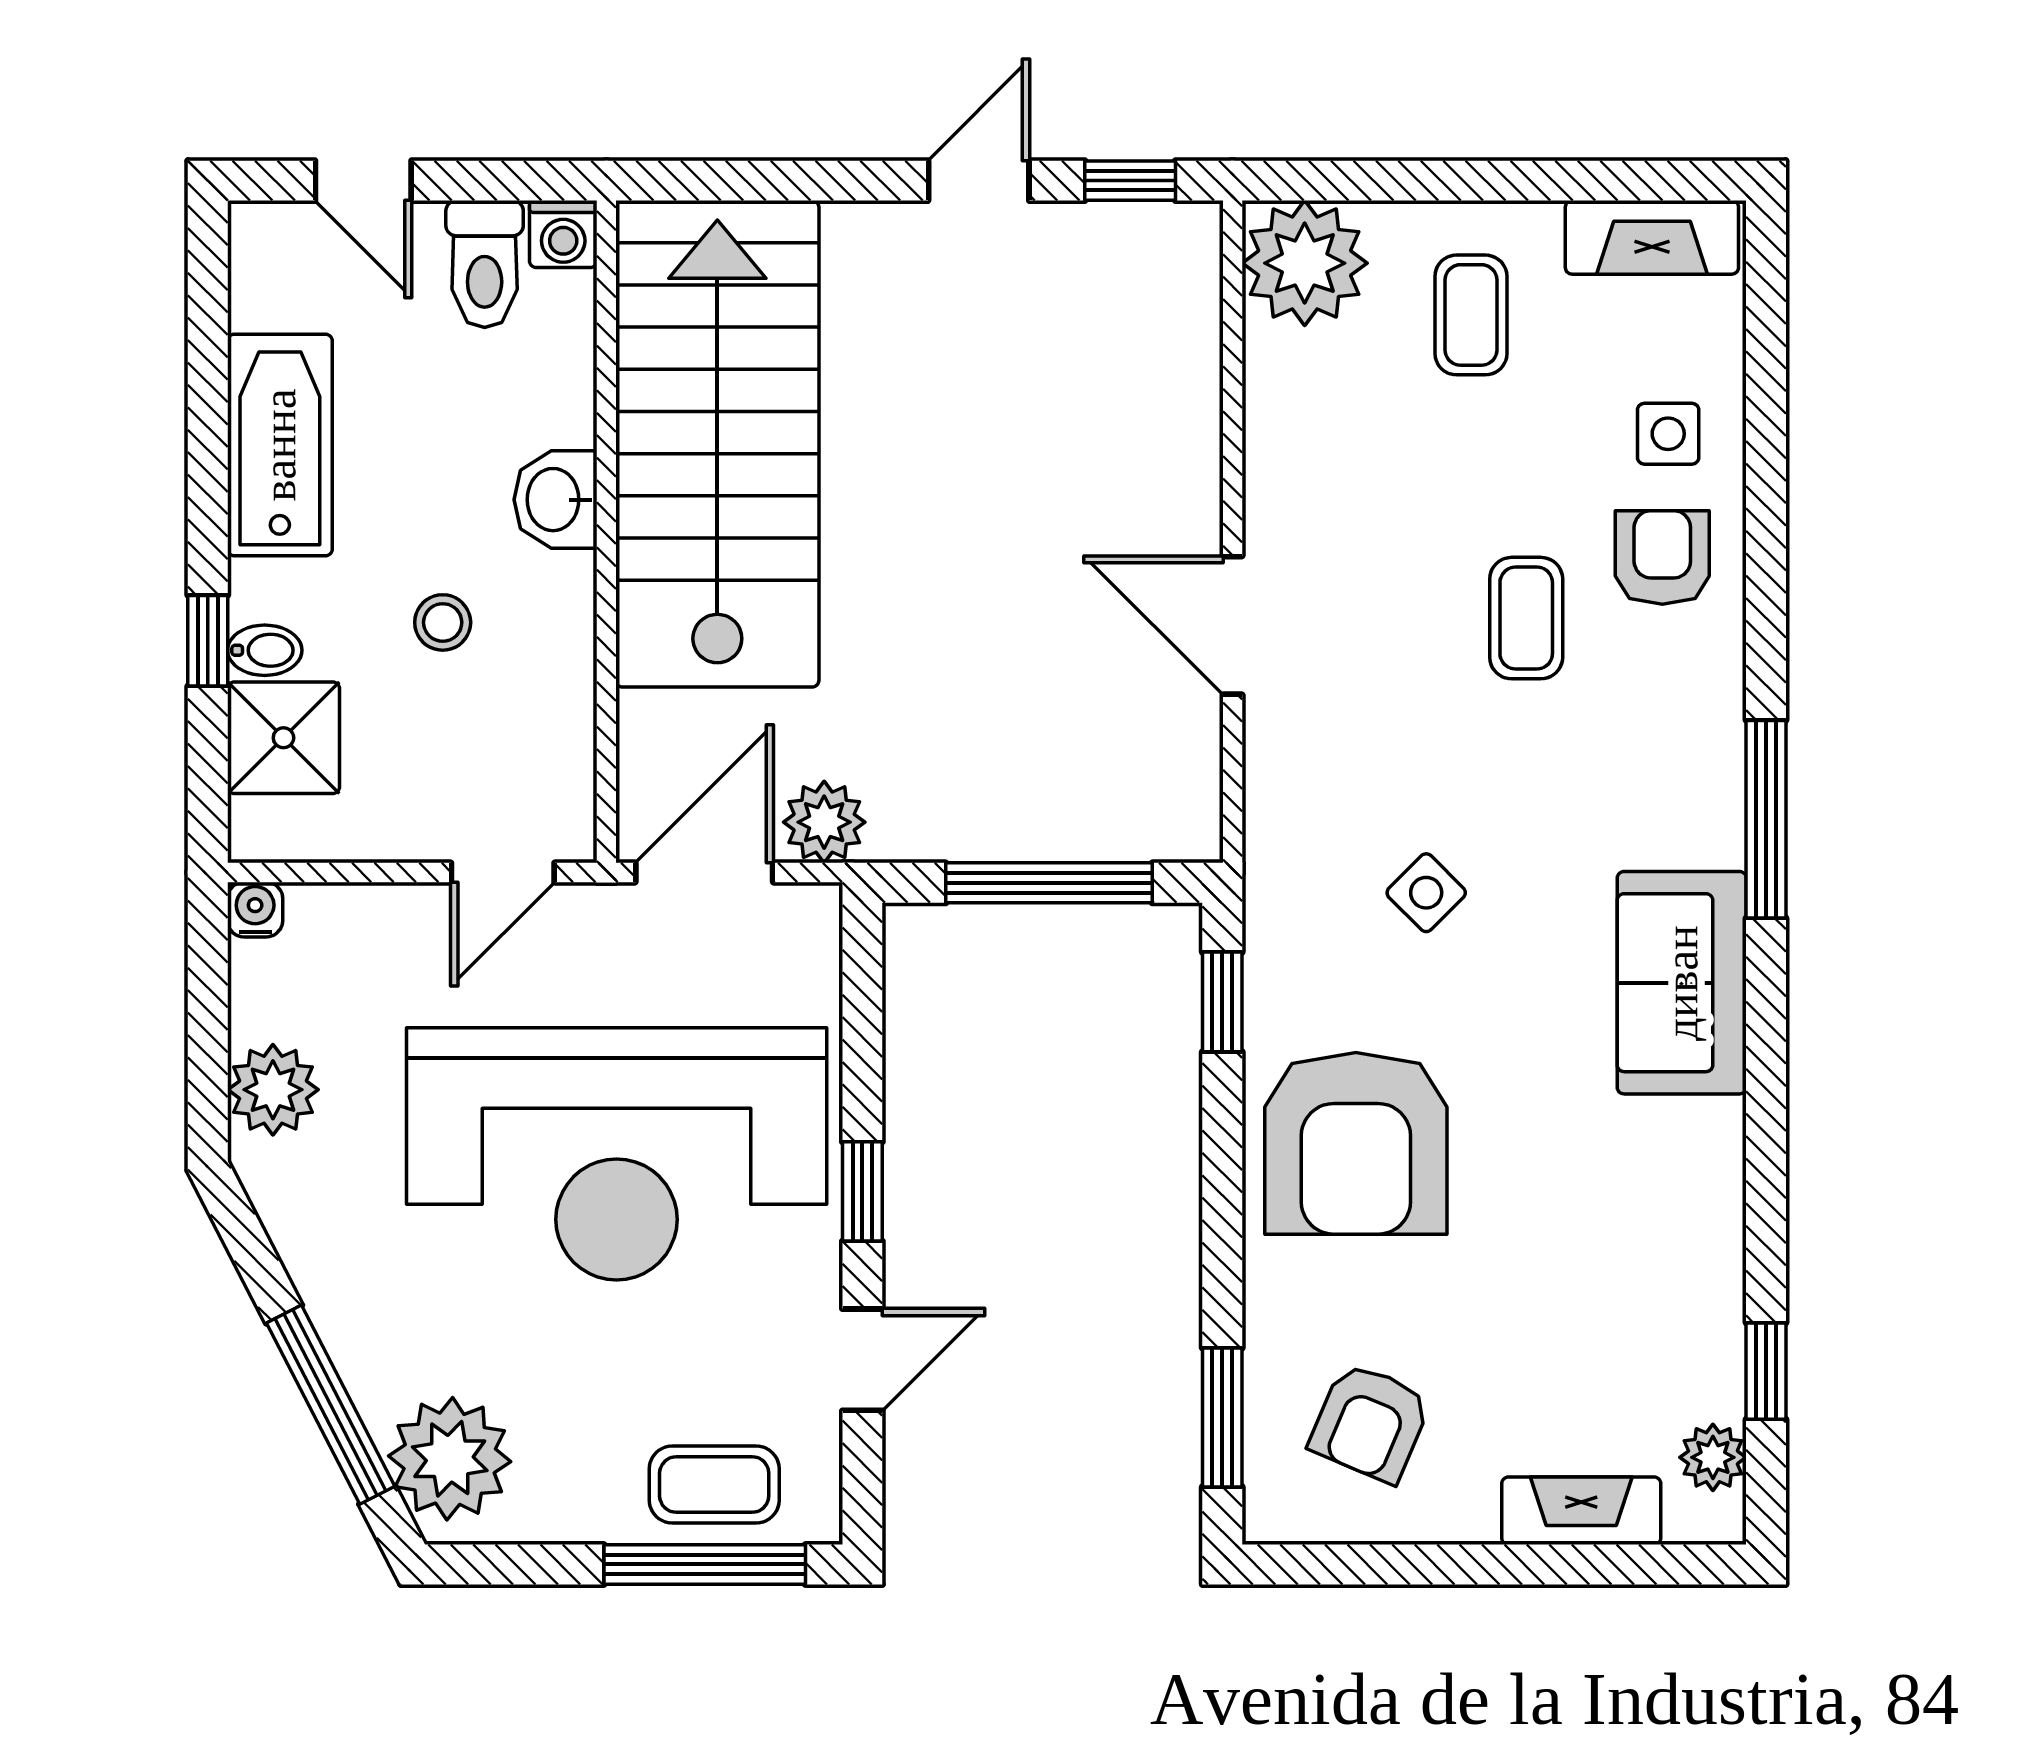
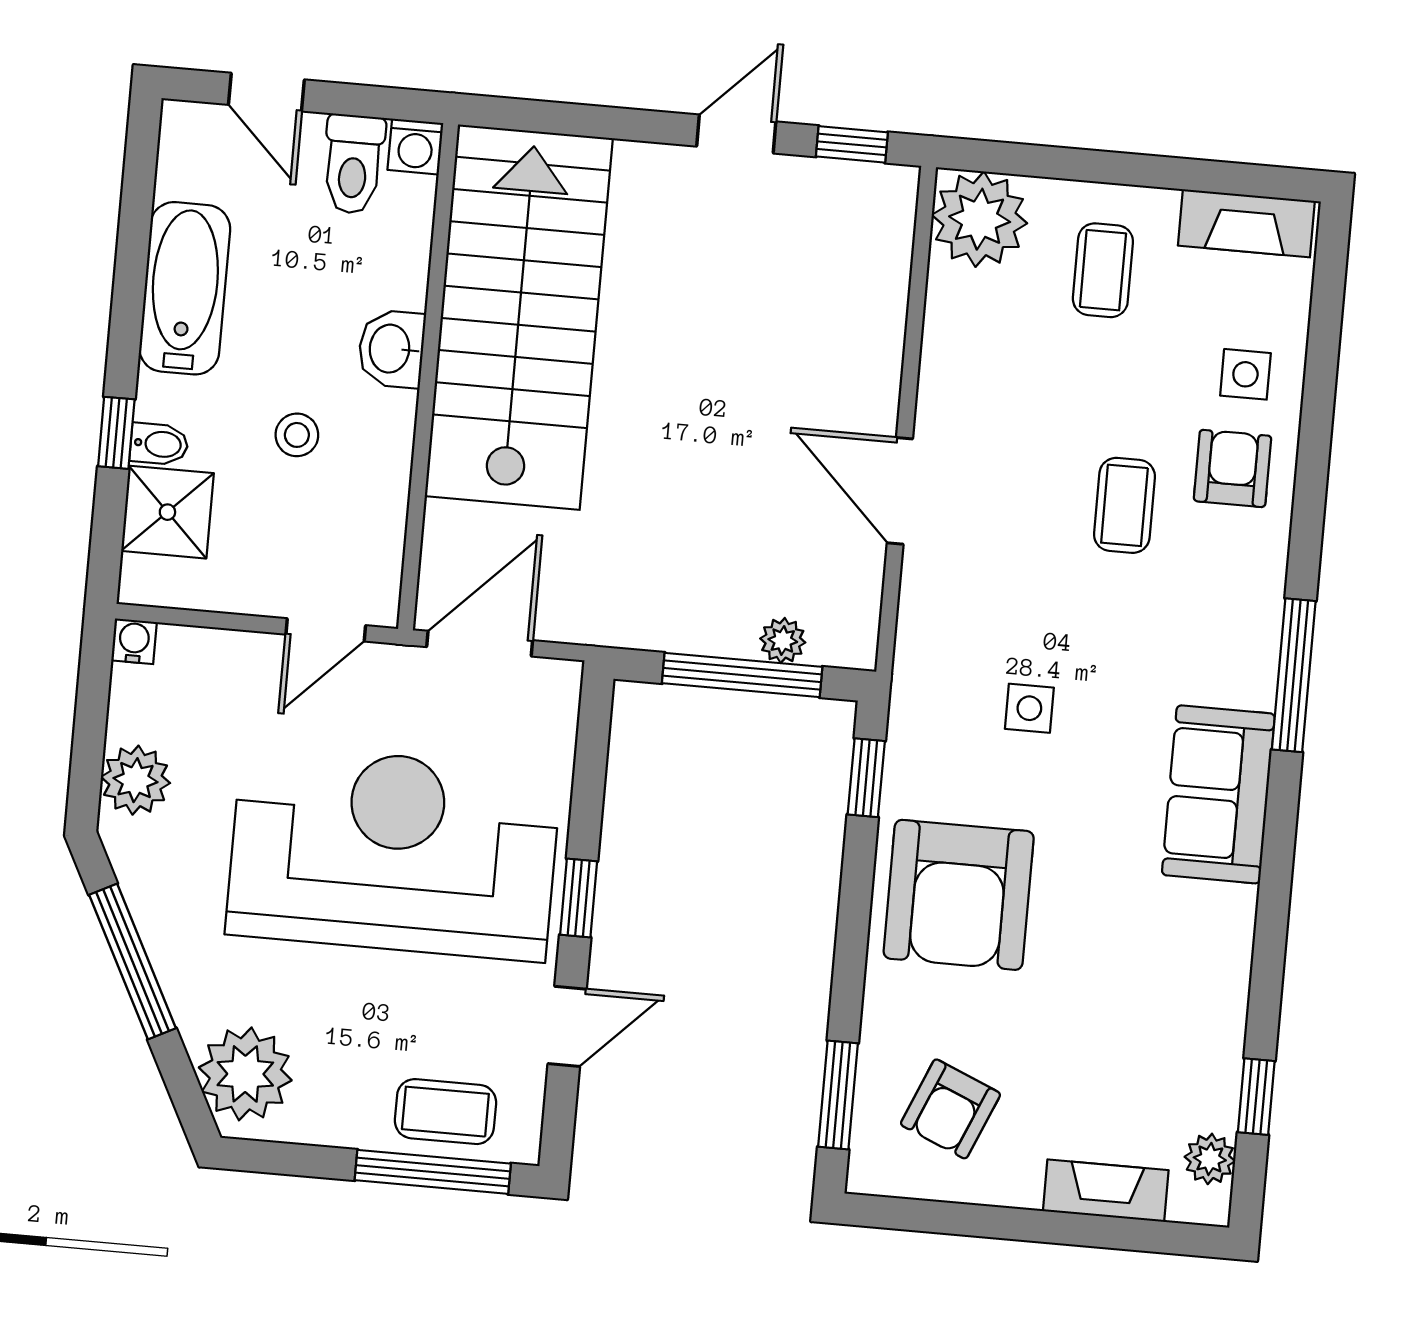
plant: (824, 822) -> (783, 641), moved, width x0.73, depth x0.73
side table: (1426, 893) -> (1029, 708), turned 45
reception desk: (617, 1154) -> (393, 852), turned 180
window: (331, 1405) -> (132, 962), moved

